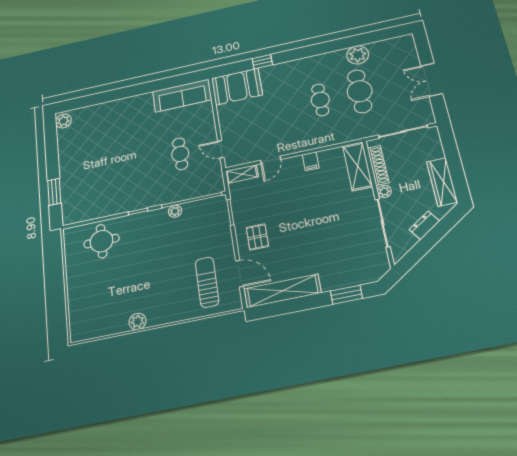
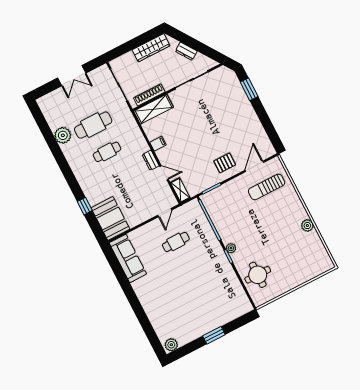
dresser: (292, 148) -> (151, 160), added
plant: (384, 191) -> (168, 85), removed
window: (54, 192) -> (214, 335), moved
plant: (175, 211) -> (231, 248), moved
shelving: (283, 291) -> (258, 133), removed

